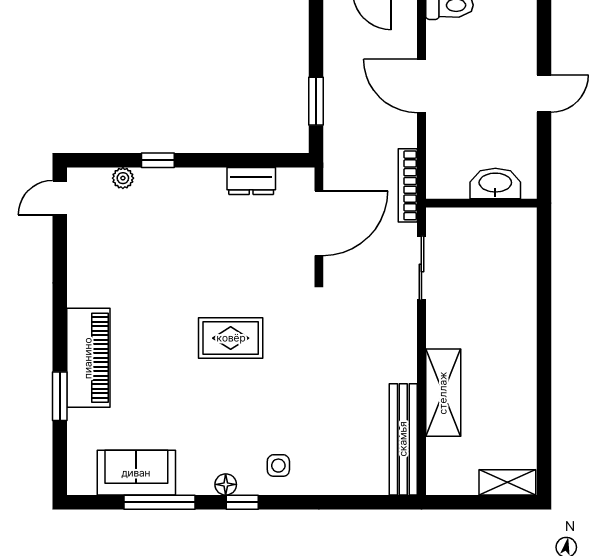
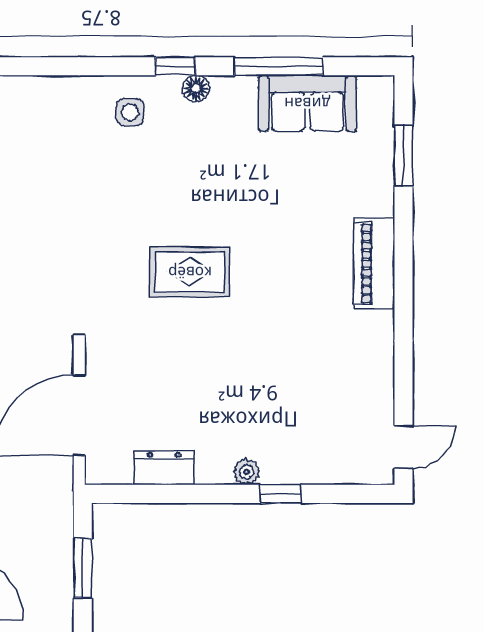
plant: (123, 178) -> (246, 472), moved
piano: (88, 358) -> (374, 264), width x0.73, depth x0.75
window: (60, 396) -> (403, 156), moved

